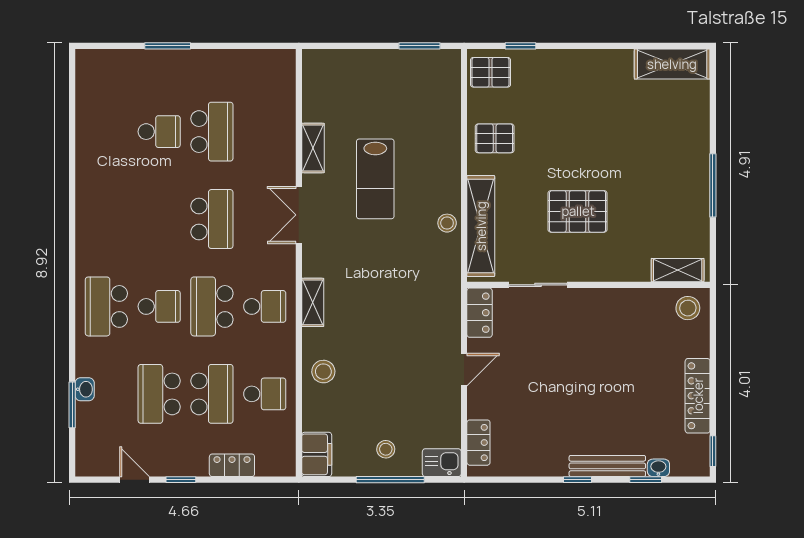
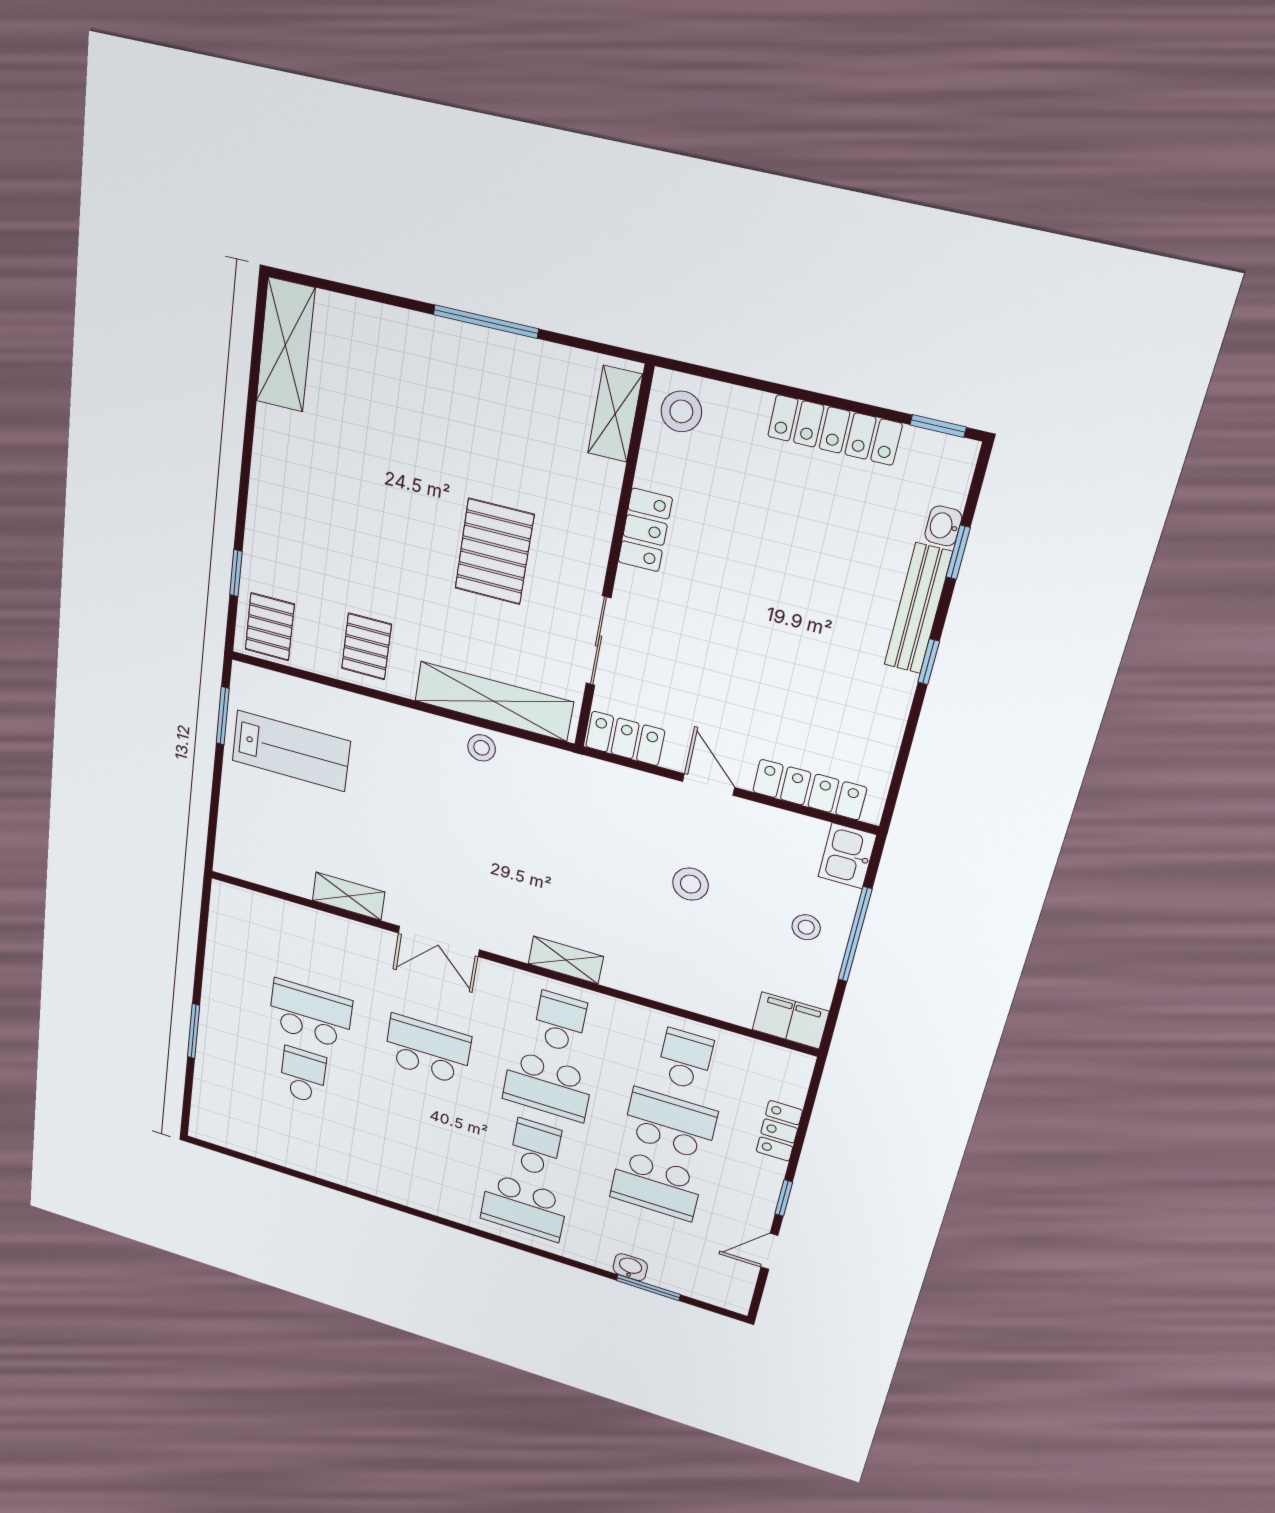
lab bench: (375, 179) -> (291, 751), moved
locker: (614, 300) -> (645, 530), added
stool: (323, 372) -> (690, 884), moved
locker: (478, 443) -> (809, 790), width x1.53

